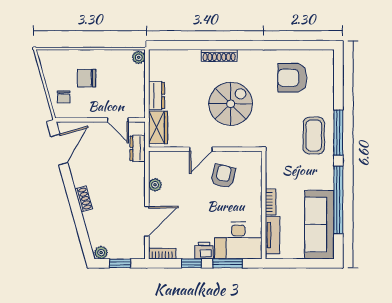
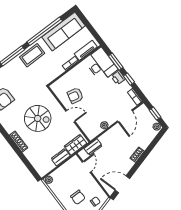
spiral stairs: (231, 104) -> (38, 118), turned 180
coffee table: (314, 135) -> (32, 55), moved
door: (147, 221) -> (125, 116), swing flipped

